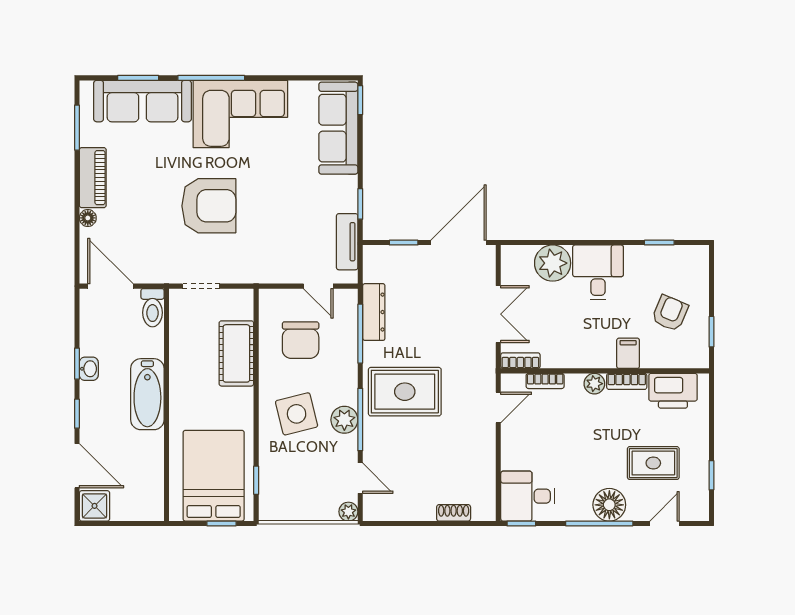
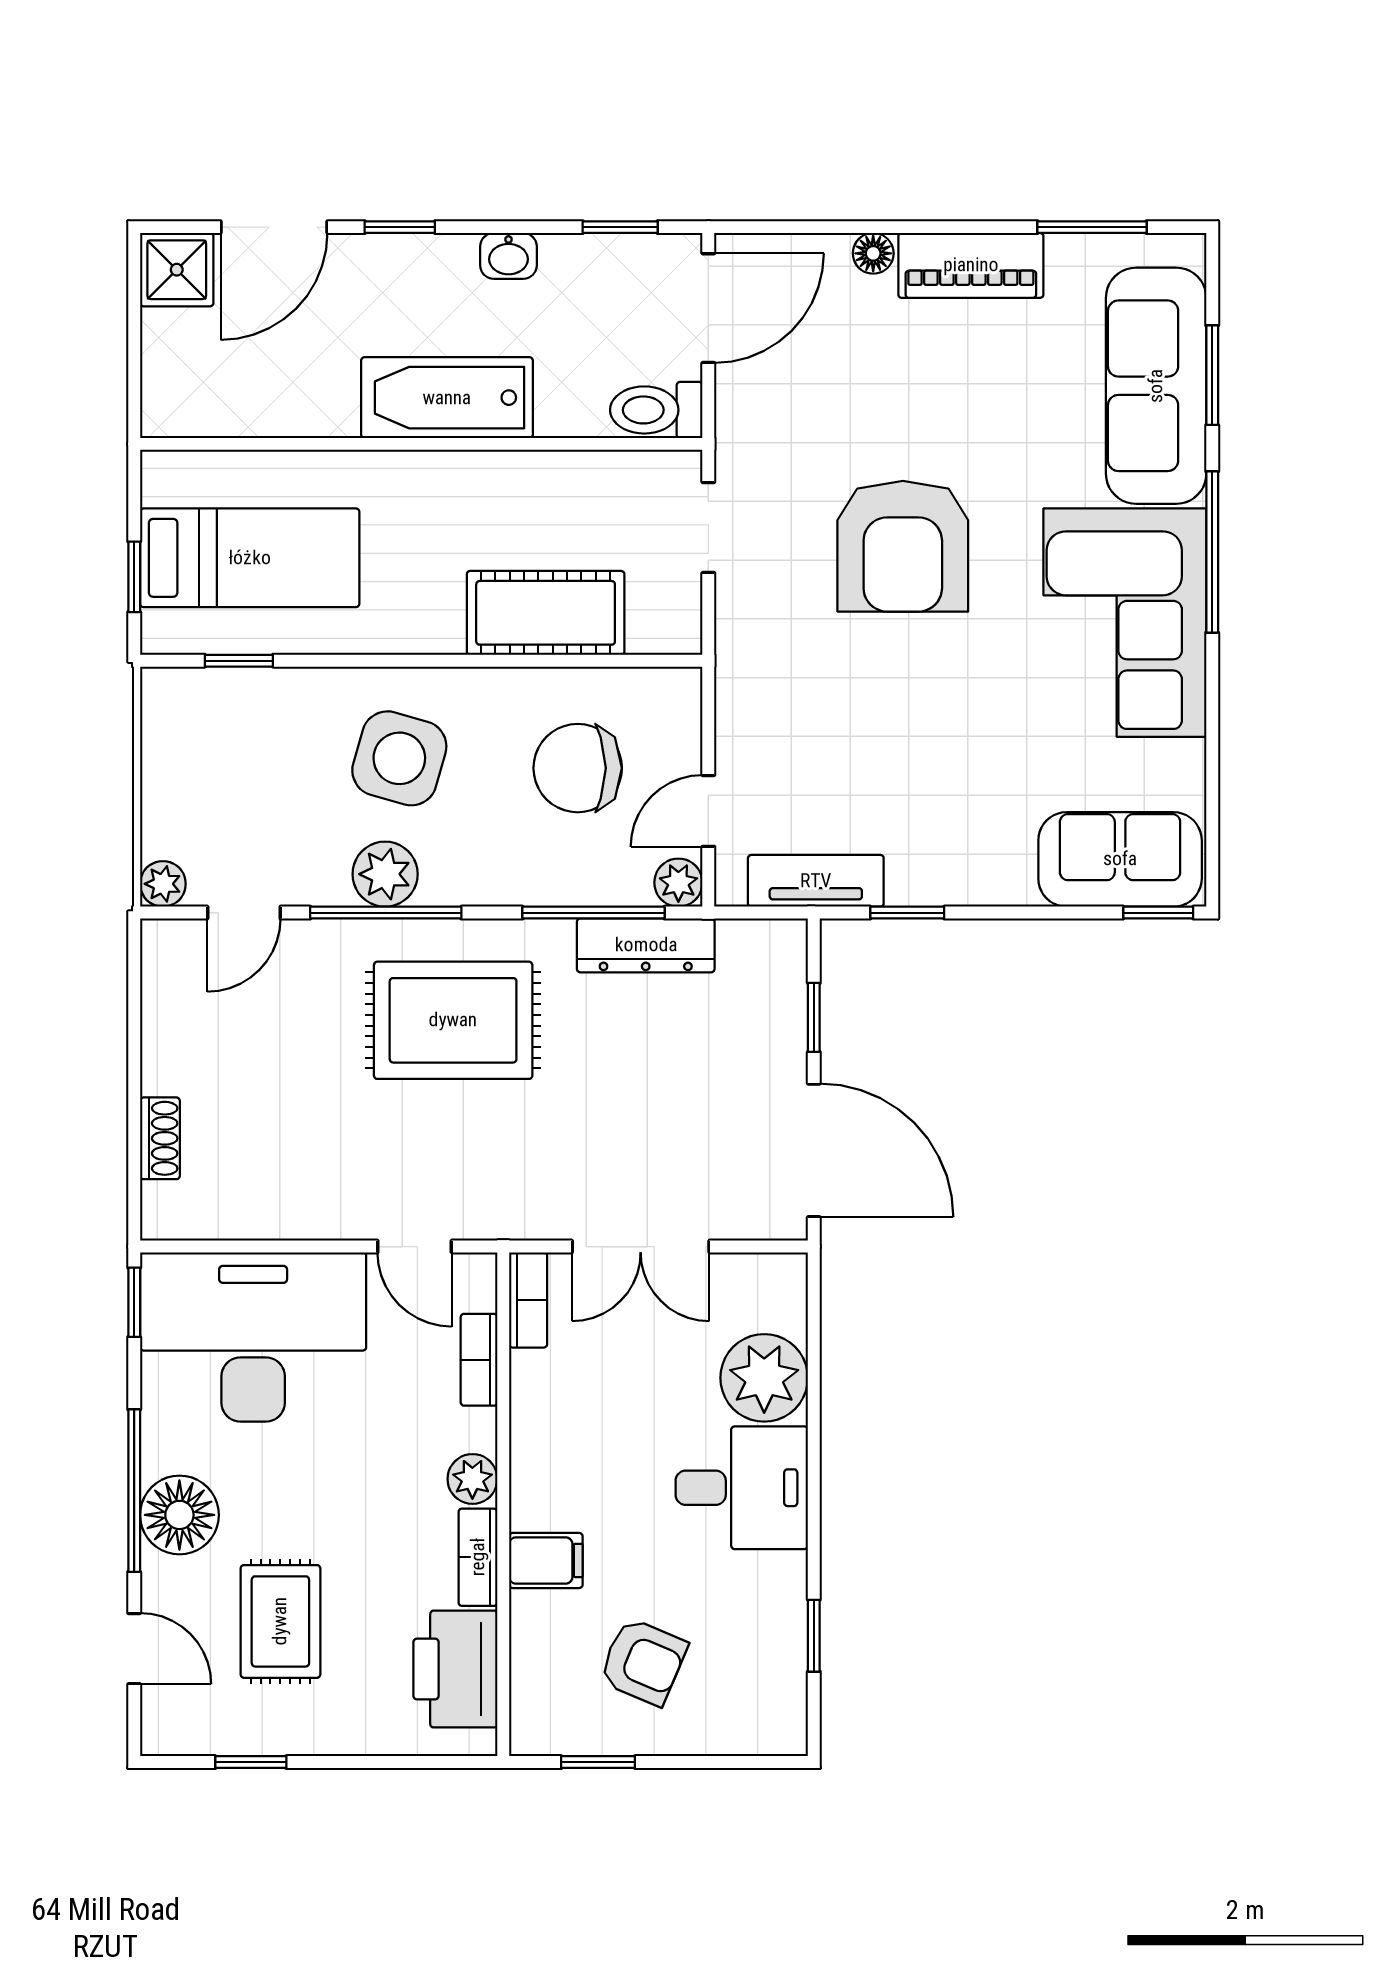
sofa: (338, 128) -> (1120, 859), width x0.73
plant: (348, 299) -> (678, 883), added
window: (77, 364) -> (620, 227), moved
rug: (405, 392) -> (453, 1020), turned 90
side table: (297, 414) -> (399, 758), turned 30
bed: (214, 476) -> (250, 558), width x0.67
desk: (528, 496) -> (253, 1337), width x1.87, depth x1.30

